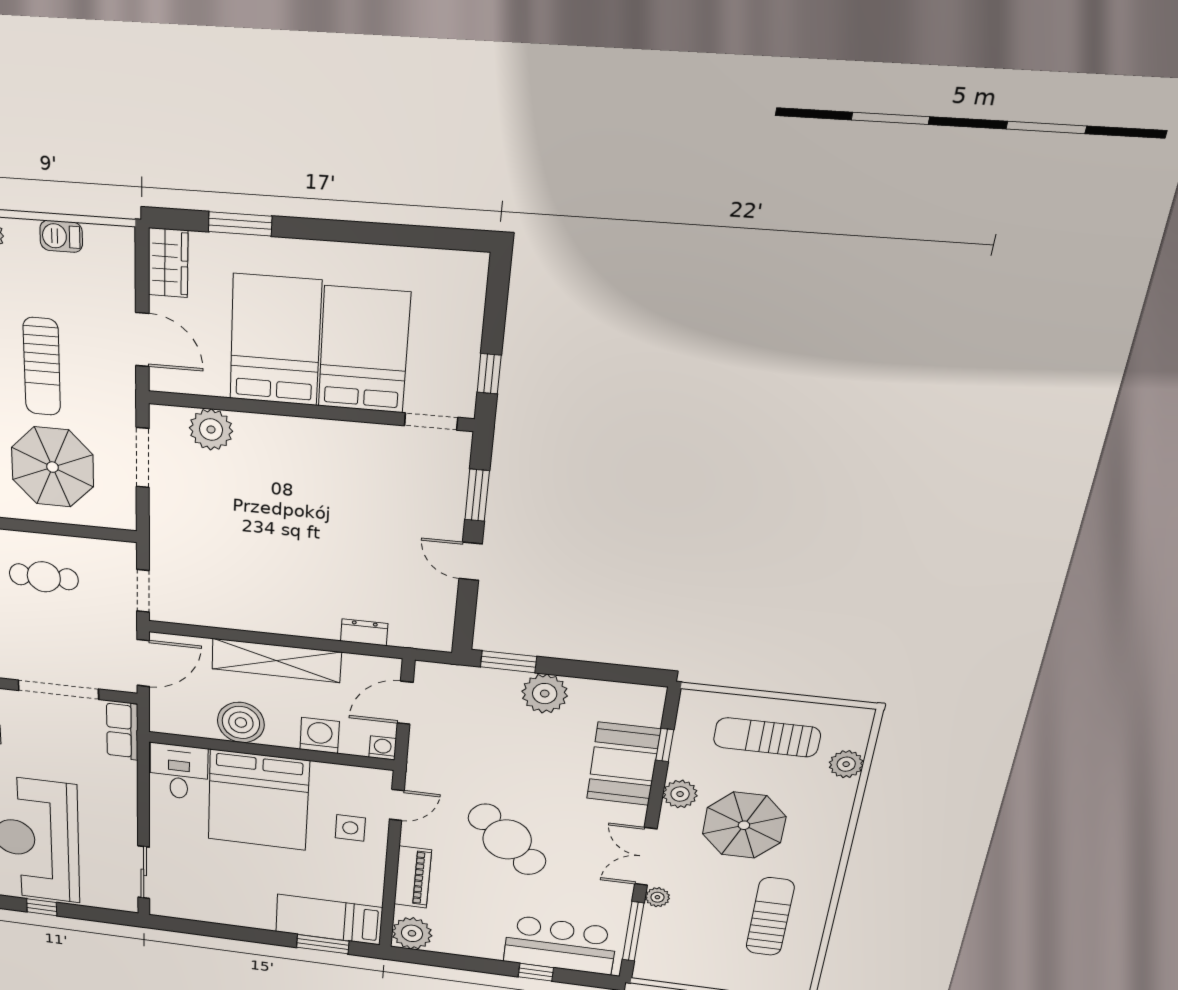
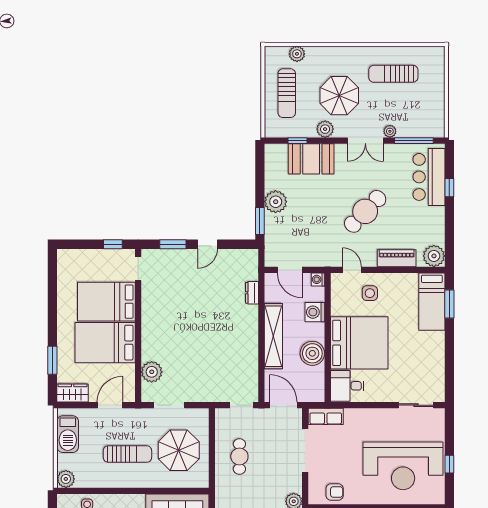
barbecue: (61, 236) -> (68, 434), width x1.88, depth x1.53

